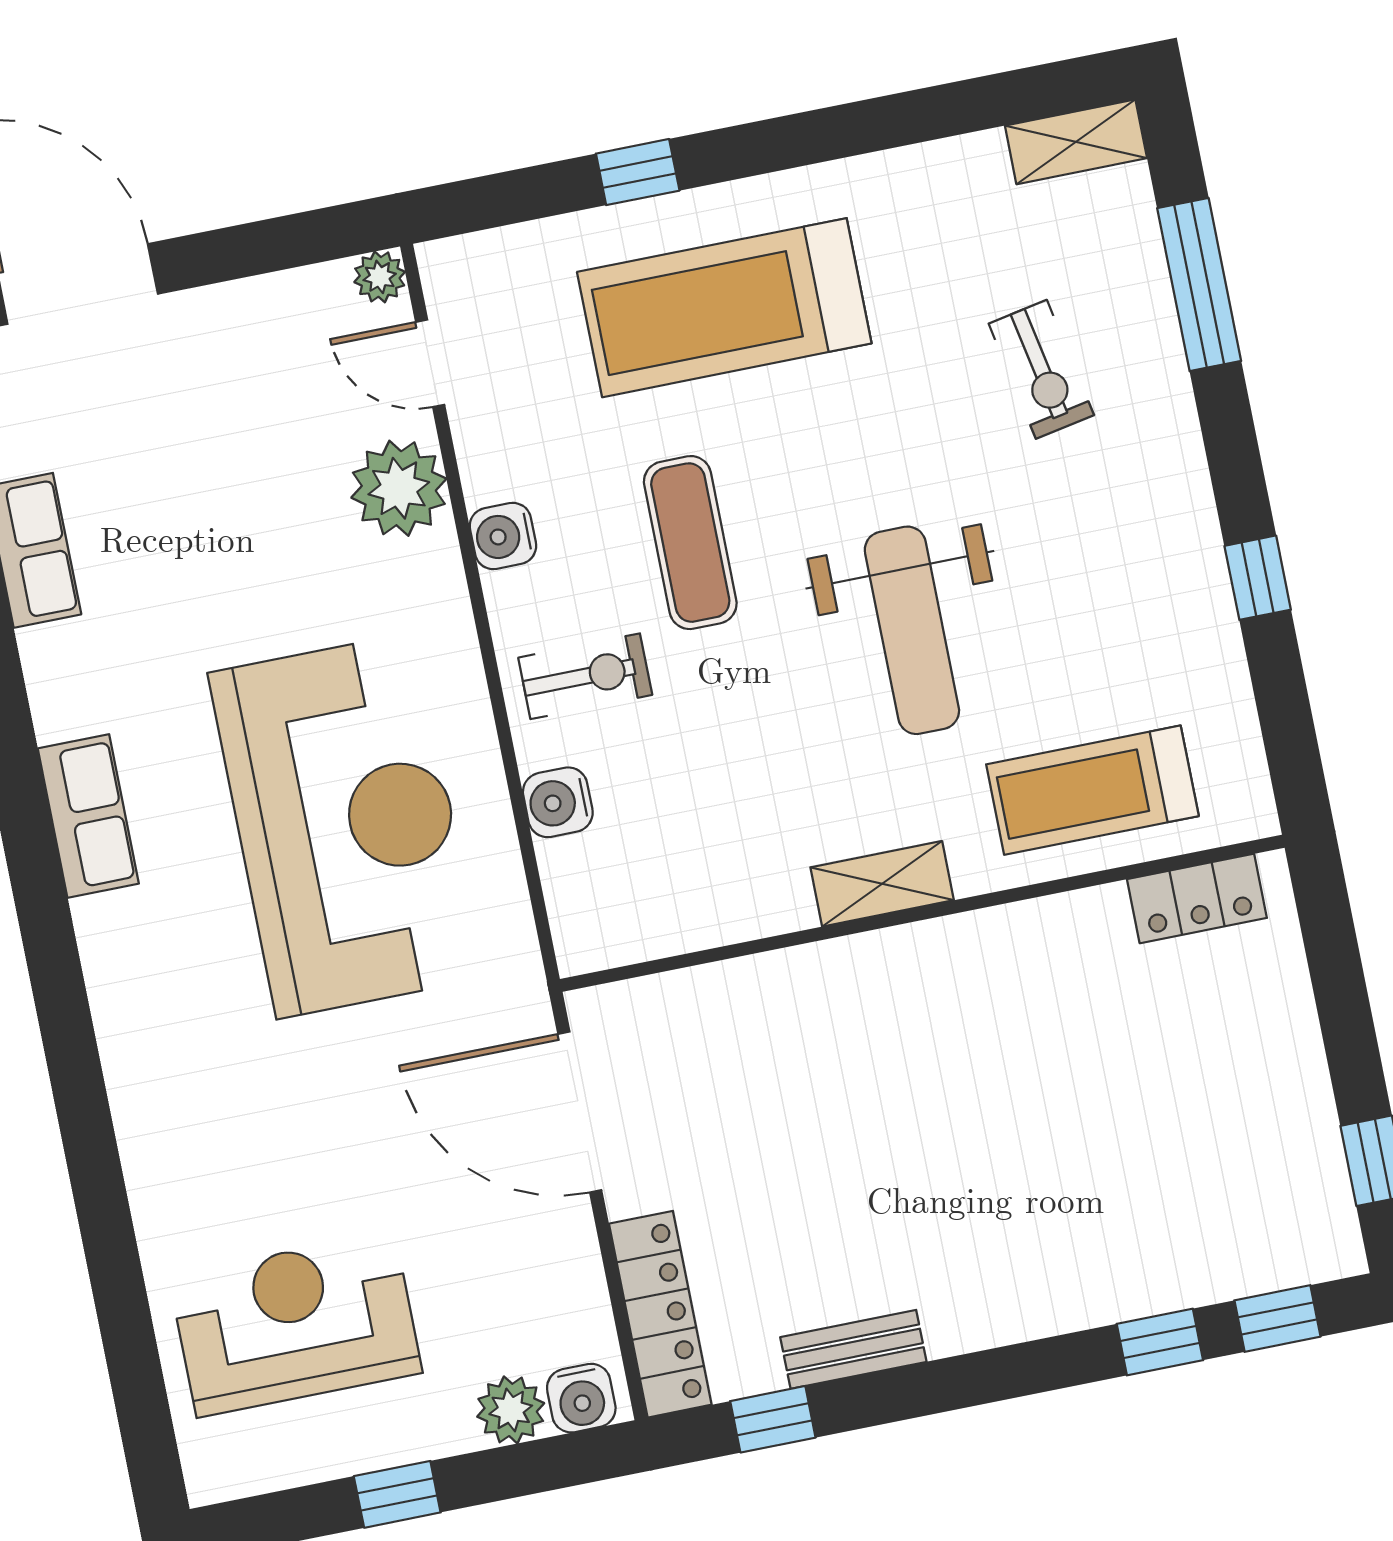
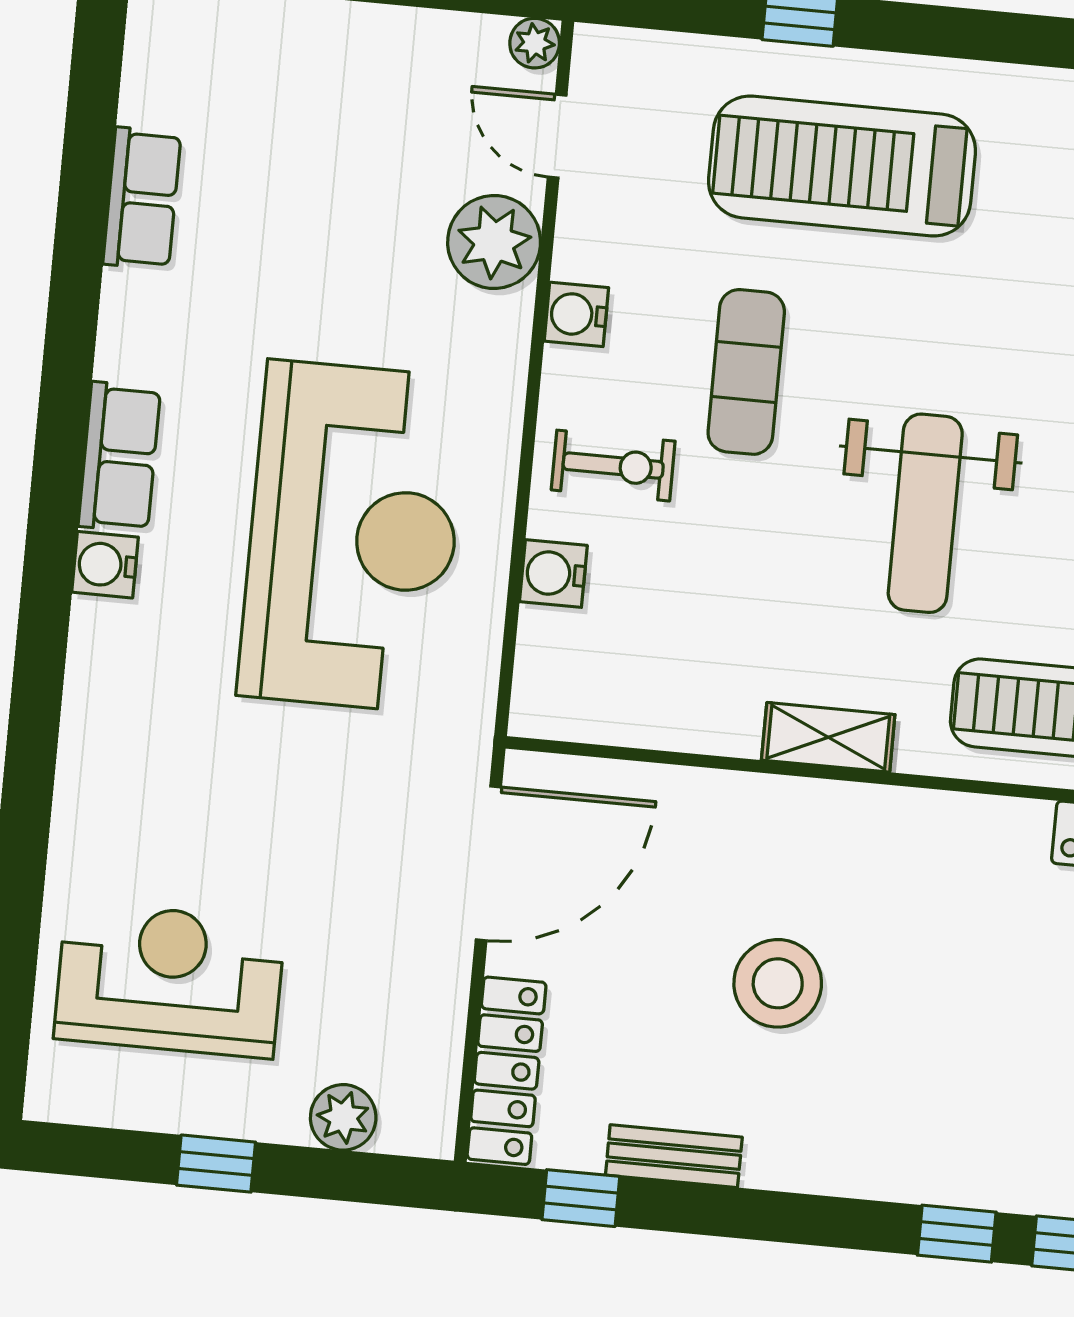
door: (580, 1112) -> (488, 863), swing flipped
stool: (905, 1145) -> (778, 983), added
water cooler: (581, 1398) -> (105, 565), moved, turned 90

